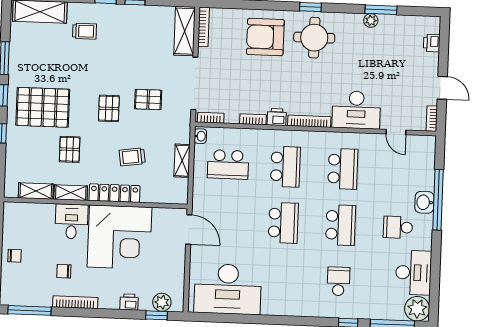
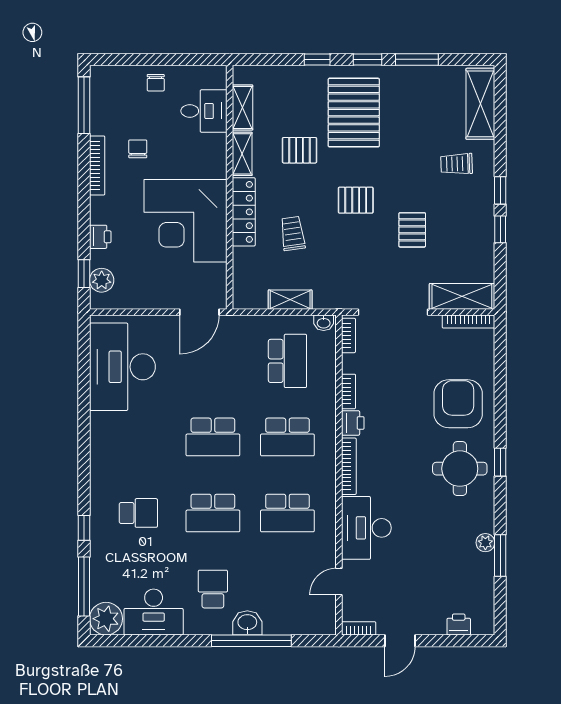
trolley: (84, 31) -> (457, 164), turned 88
pallet: (148, 99) -> (412, 230), moved
school desk: (228, 164) -> (287, 361), turned 180
desk: (71, 221) -> (204, 111), moved

